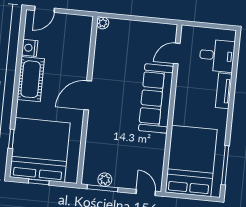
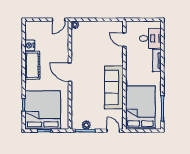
door: (44, 9) -> (59, 20), moved
door: (177, 53) -> (124, 40), hinge flipped
door: (88, 95) -> (70, 72), hinge flipped
sofa: (156, 98) -> (114, 87), moved

